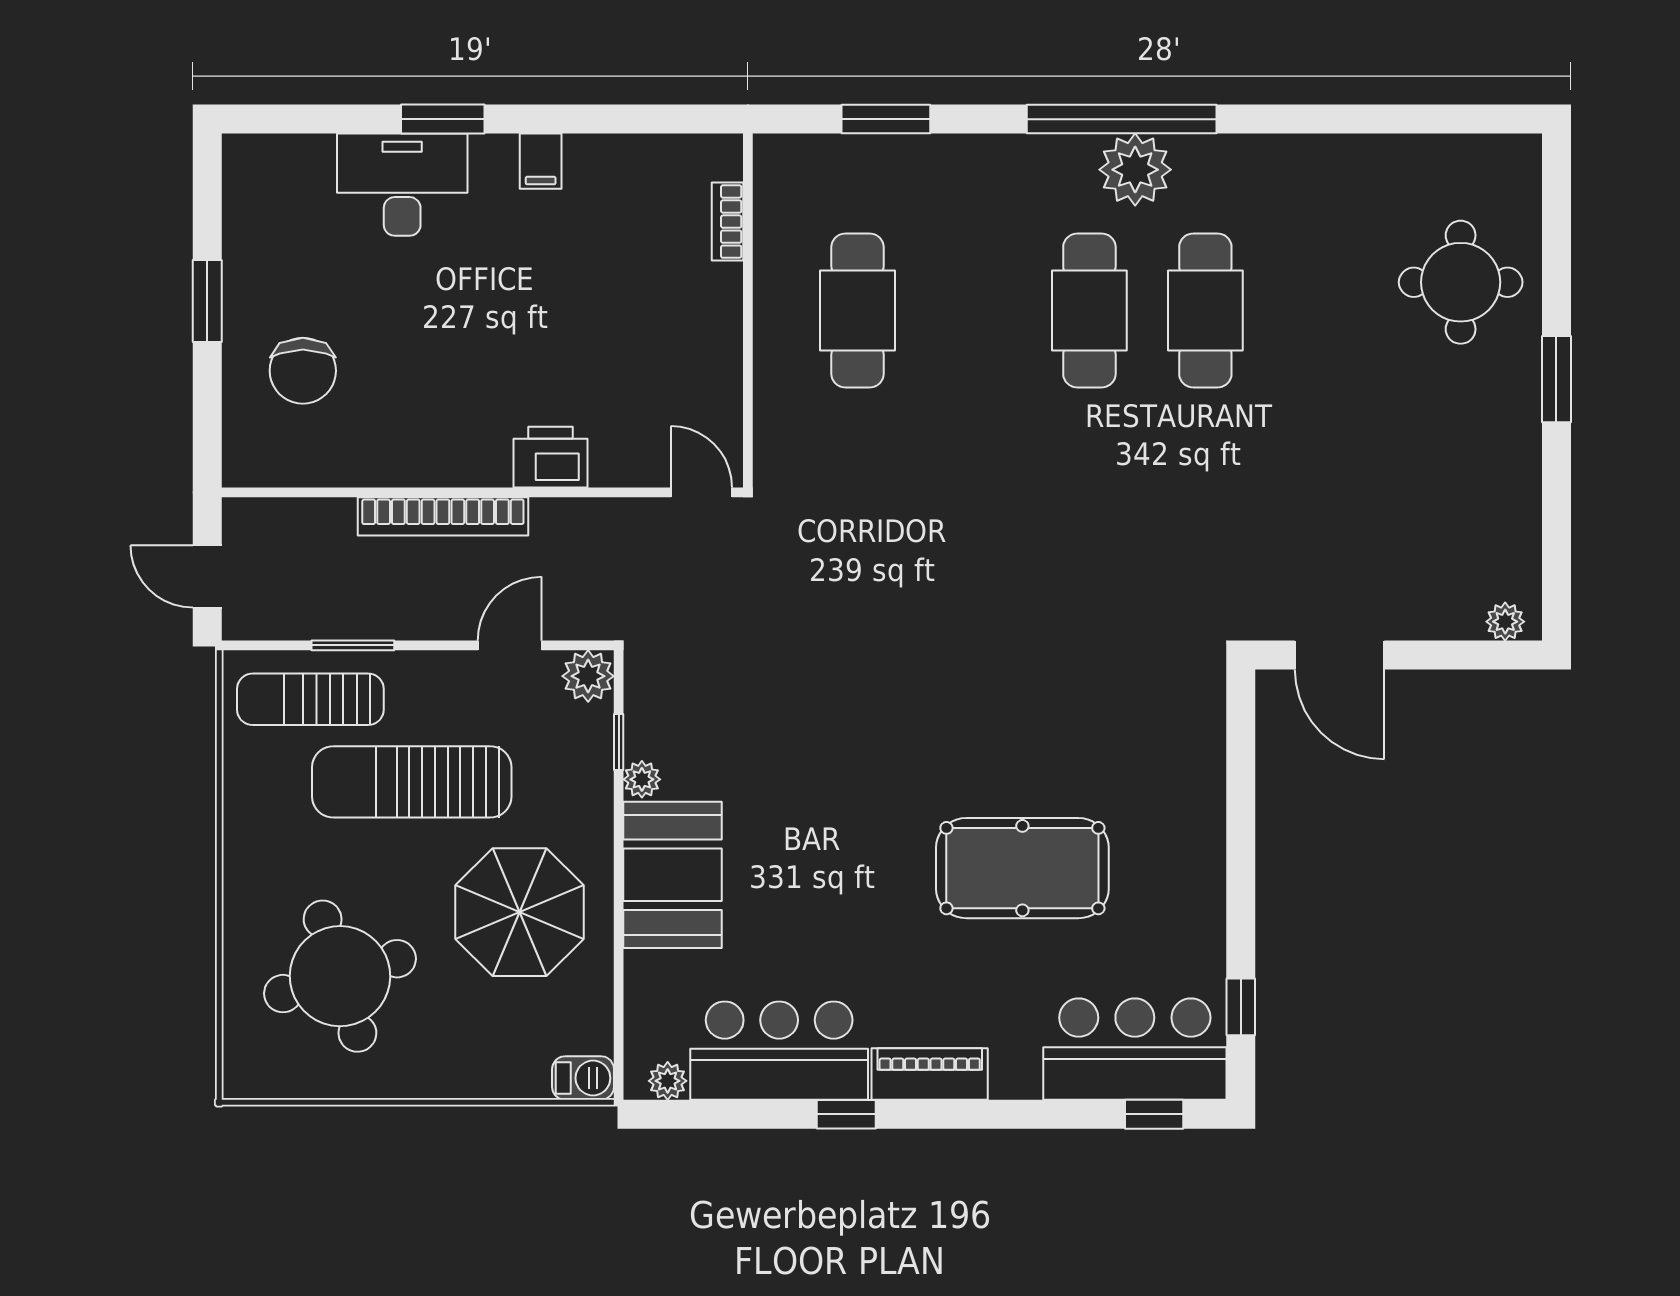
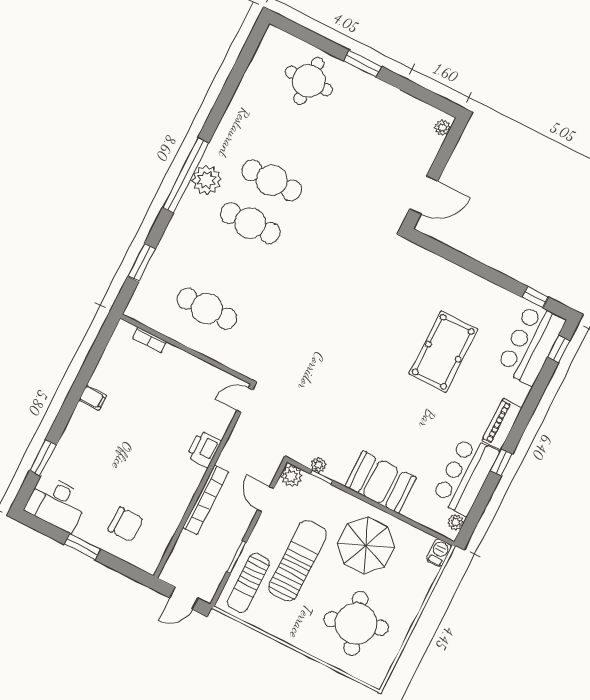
window: (443, 119) -> (43, 458), moved
desk: (402, 185) -> (57, 503), moved, turned -90
plant: (642, 779) -> (319, 465), moved
sun lounger: (412, 782) -> (298, 561), turned 180

